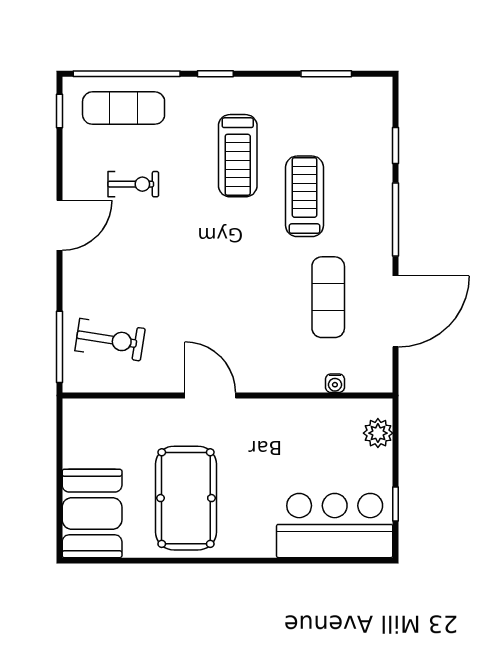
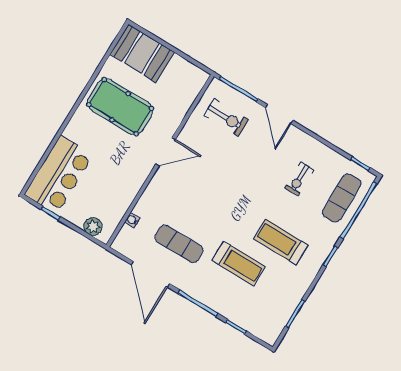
door: (59, 225) -> (279, 114), moved
exercise bike: (110, 340) -> (226, 118), turned -99

